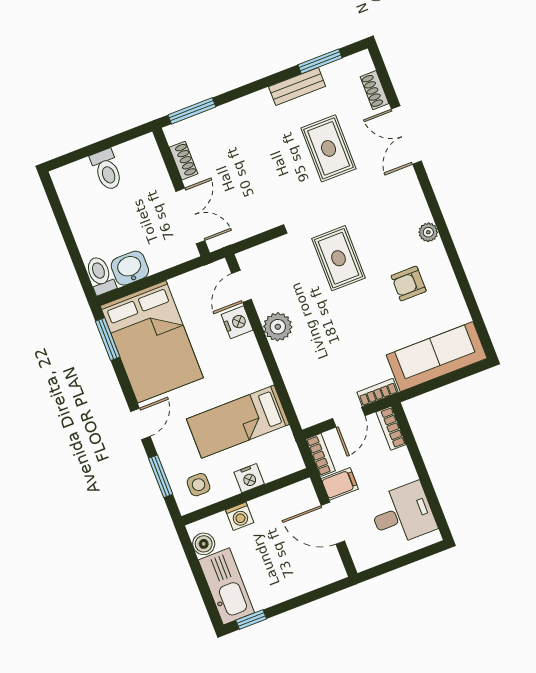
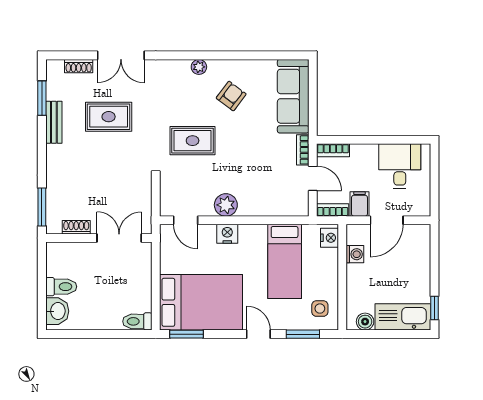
washbasin: (130, 268) -> (57, 311), moved, turned 180
armchair: (409, 283) -> (231, 96), turned -143
nightstand: (237, 322) -> (227, 234), moved
nightstand: (249, 478) -> (329, 238), moved
washing machine: (240, 516) -> (355, 254), moved

